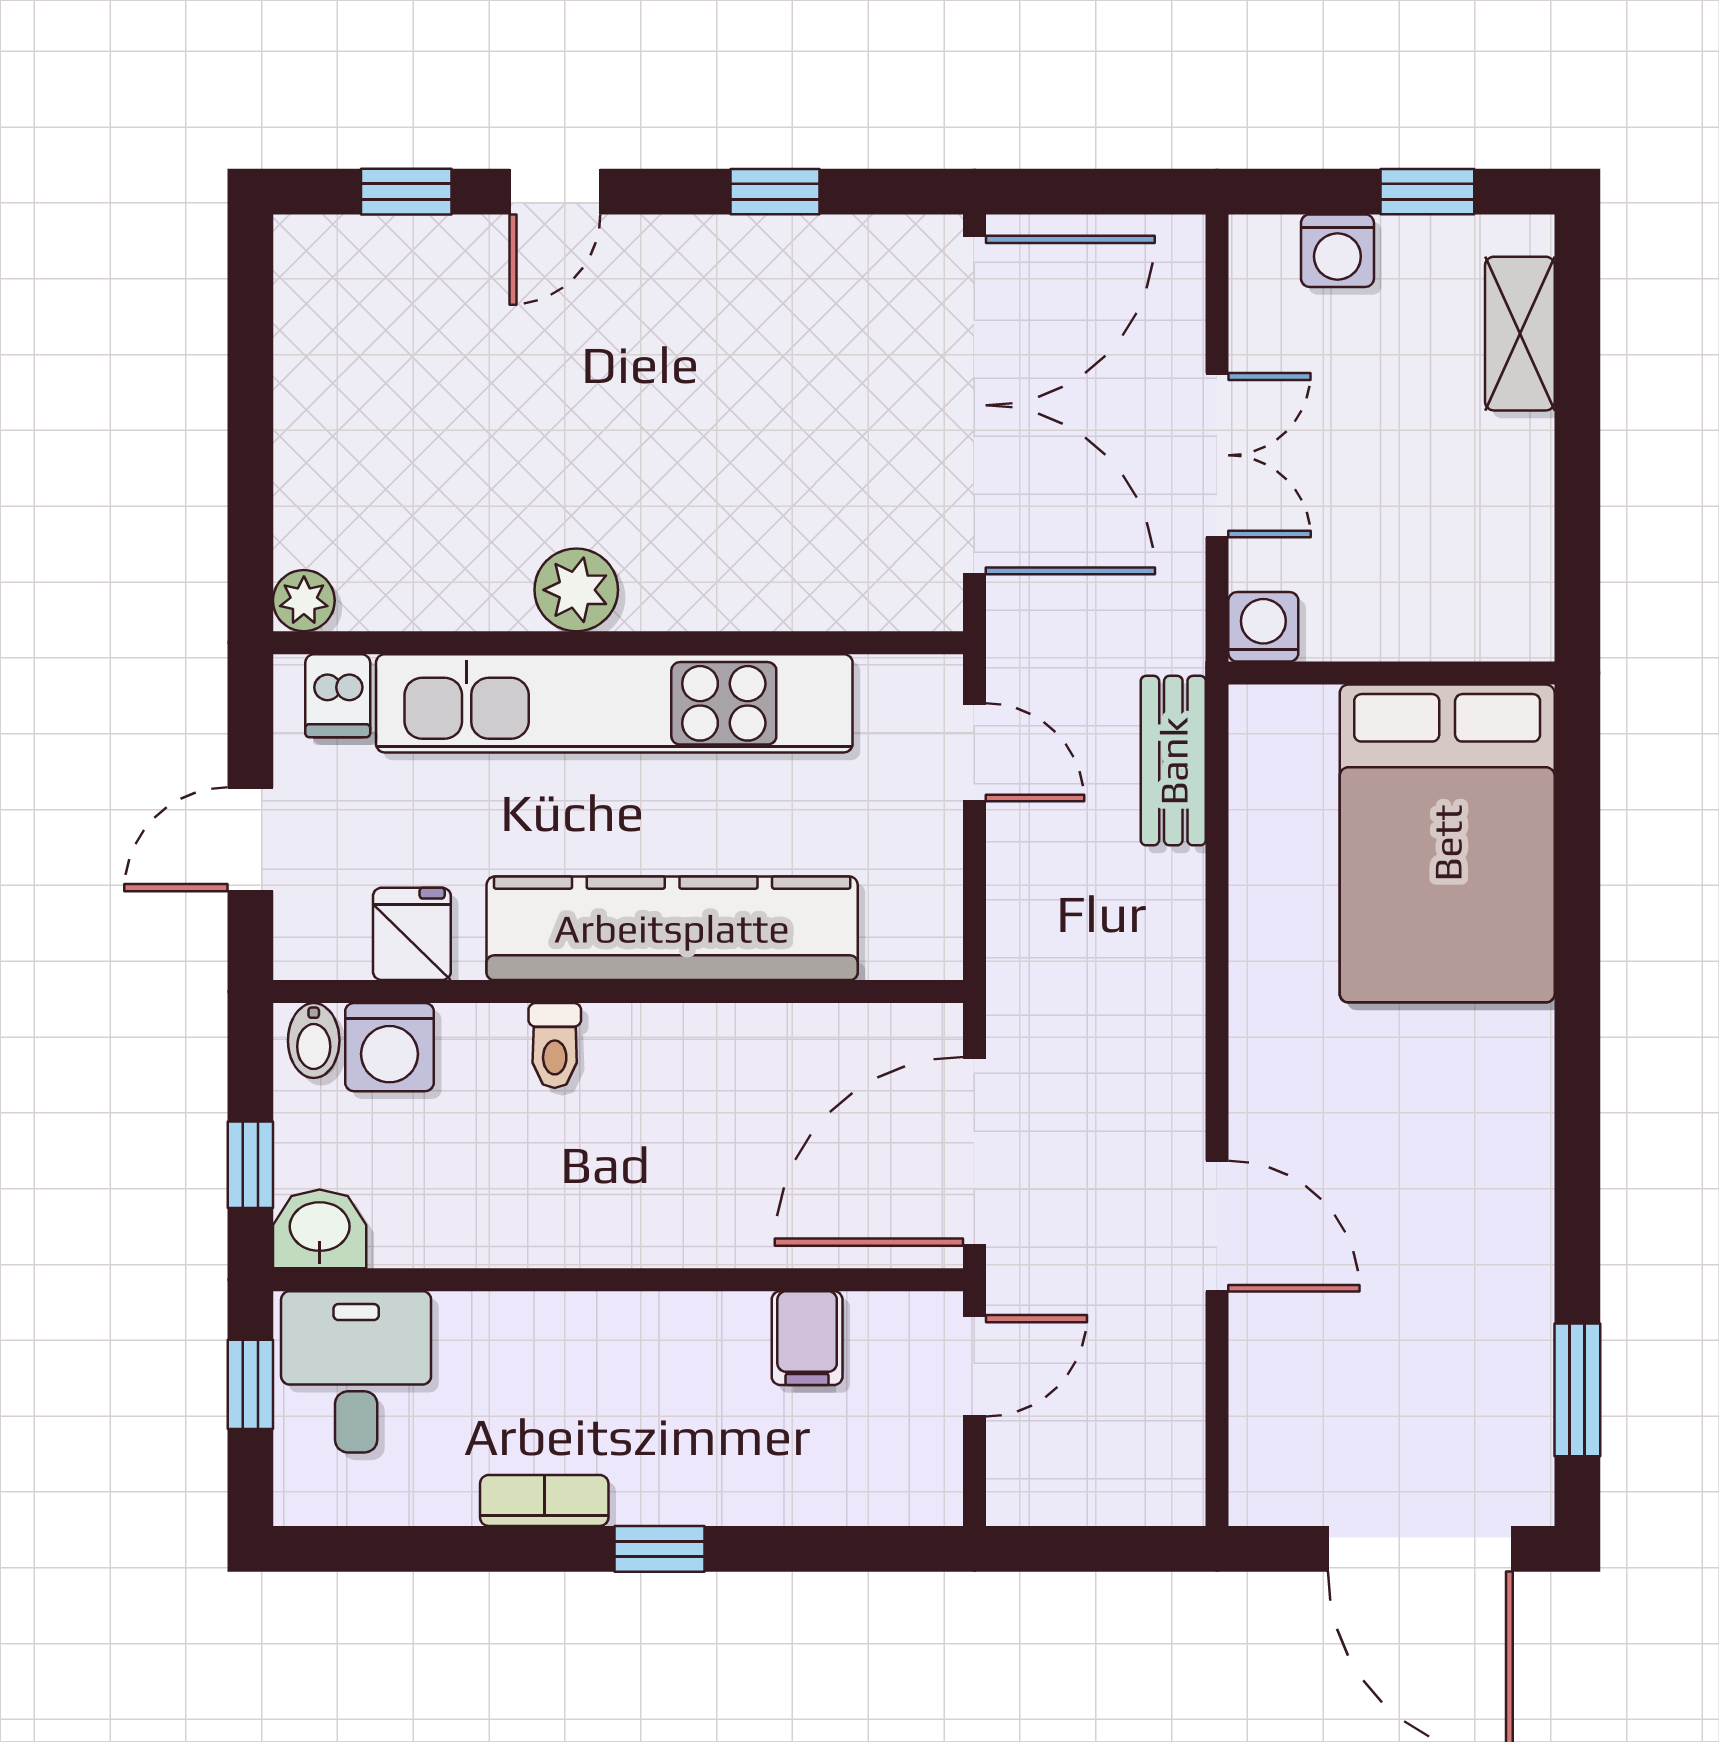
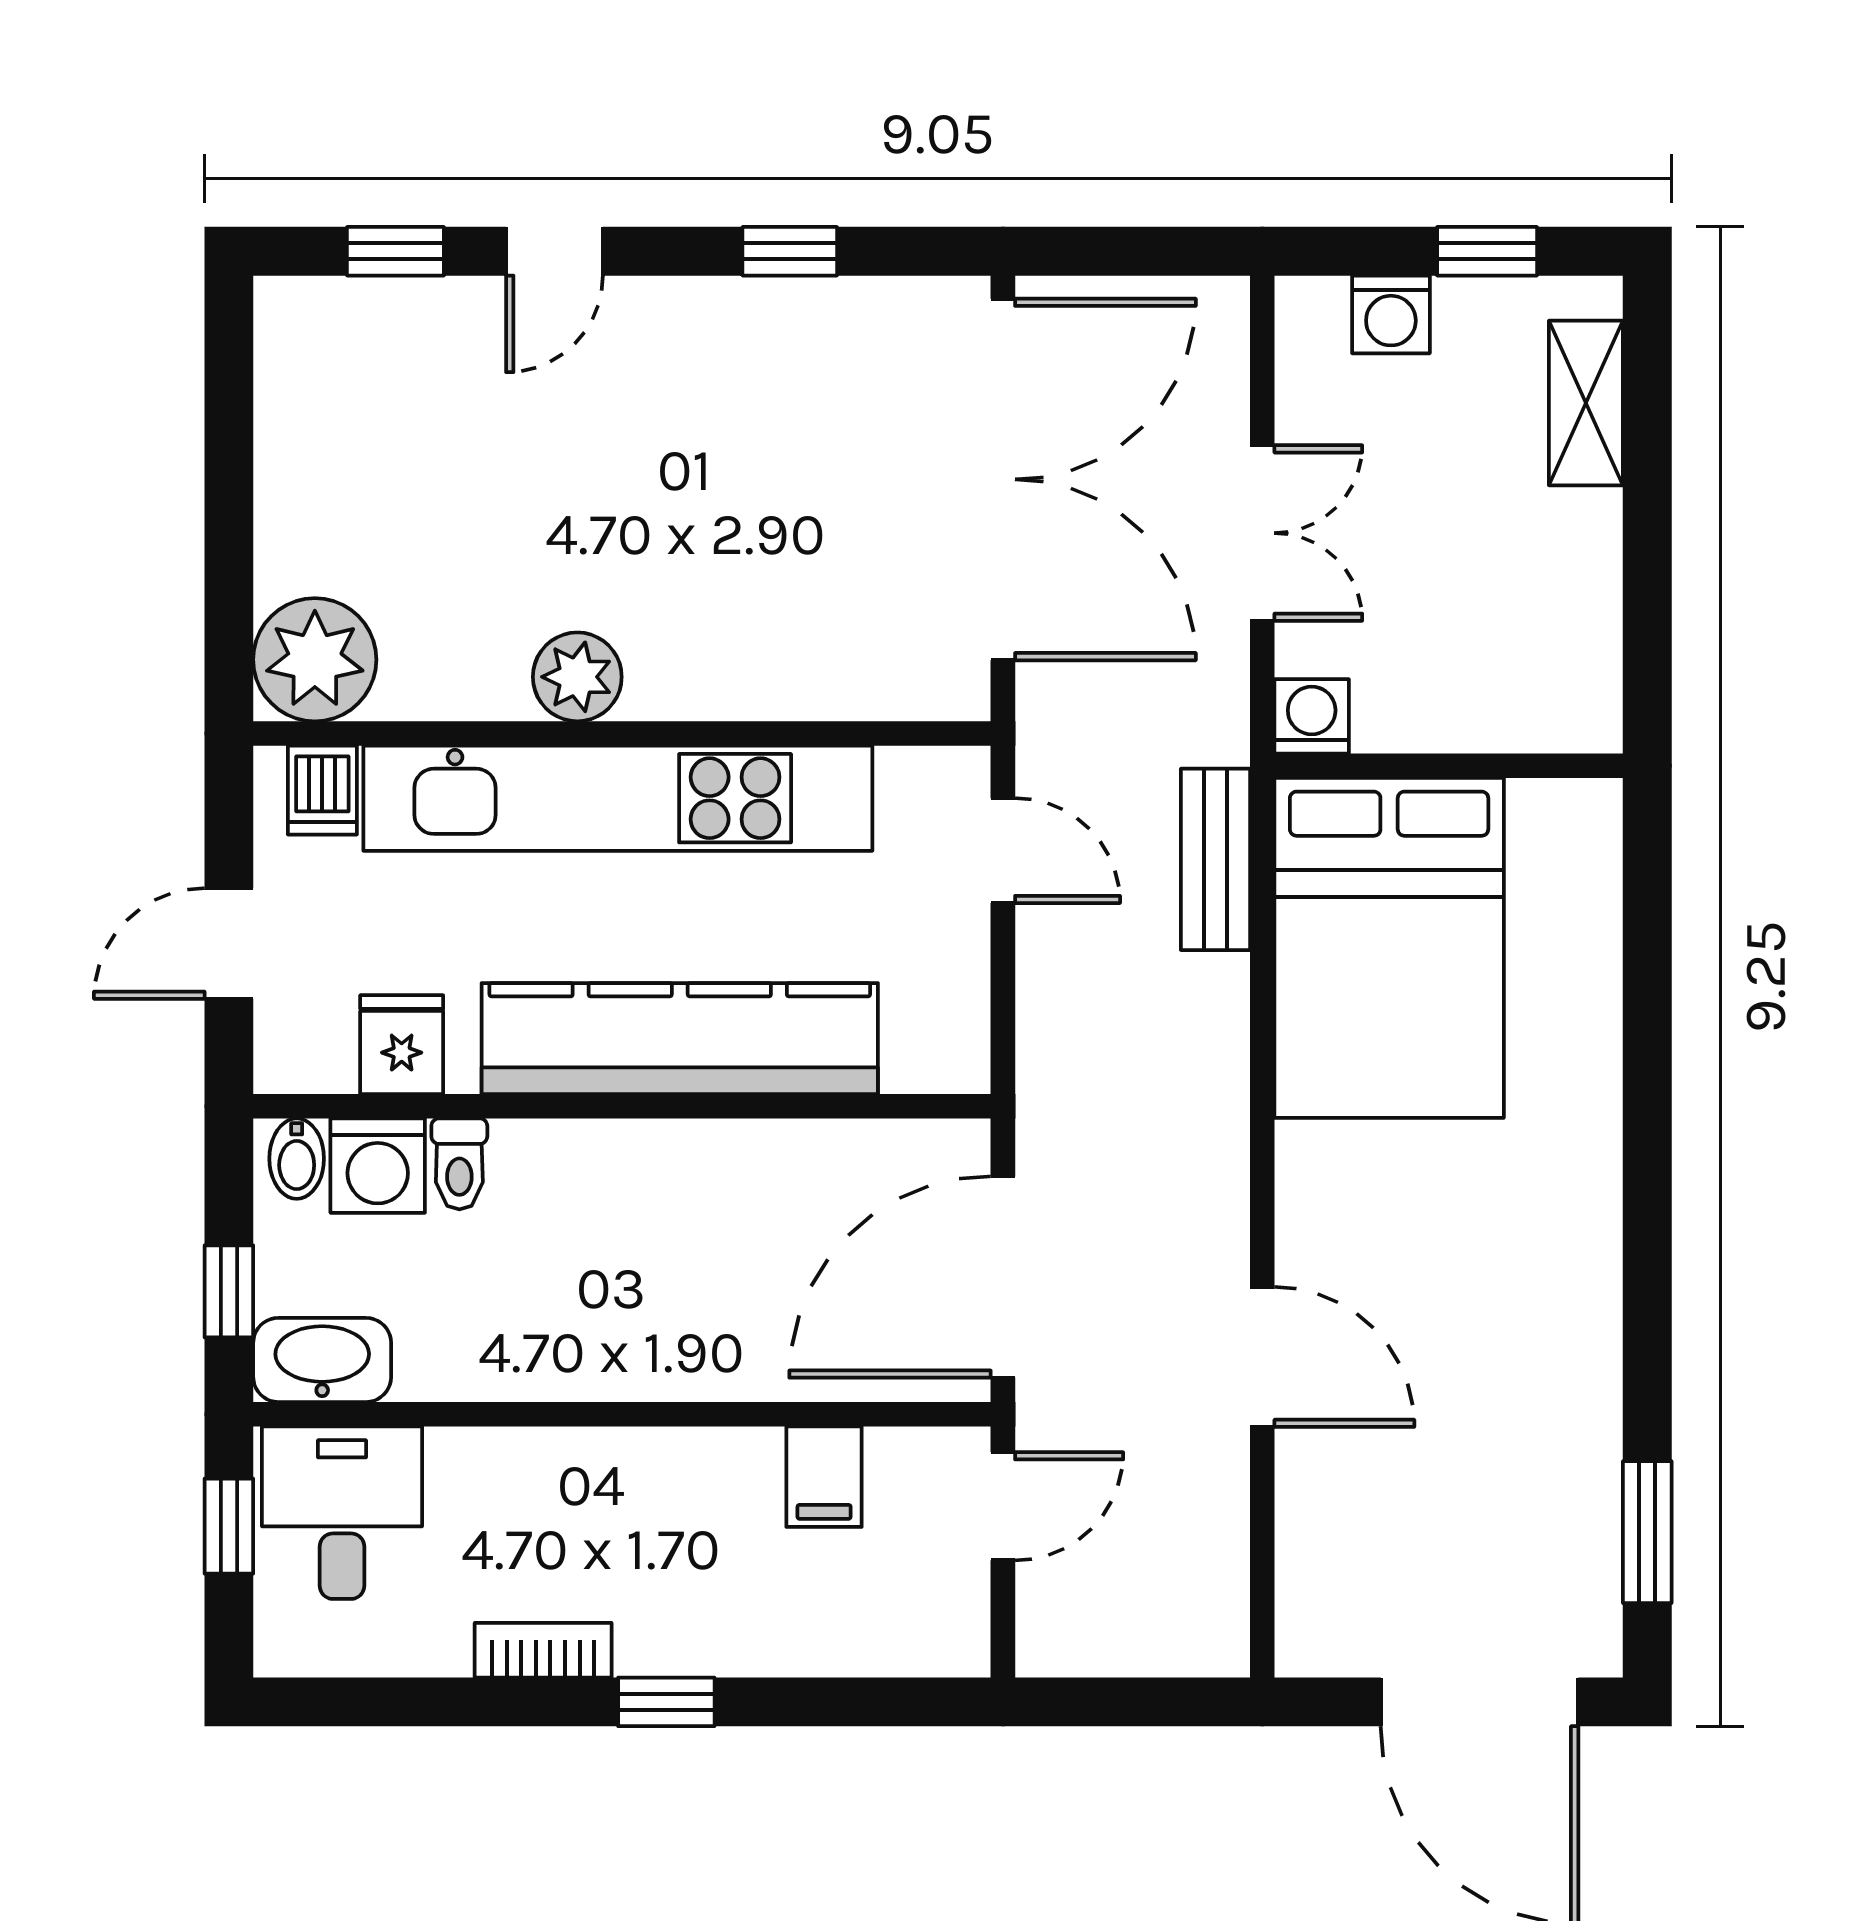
plant: (304, 601) -> (315, 660), width x1.88, depth x1.88
bed: (1447, 843) -> (1389, 948), moved
toilet: (555, 1046) -> (459, 1164), moved
washbasin: (320, 1229) -> (322, 1360), width x1.38

